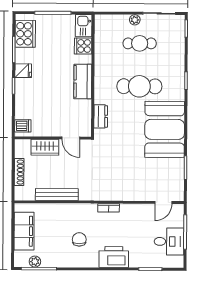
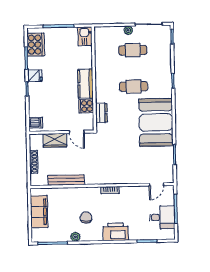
cooker: (83, 46) -> (86, 106), moved
cafe table: (139, 86) -> (134, 87), width x0.73, depth x0.74
plant: (35, 262) -> (75, 237), moved

